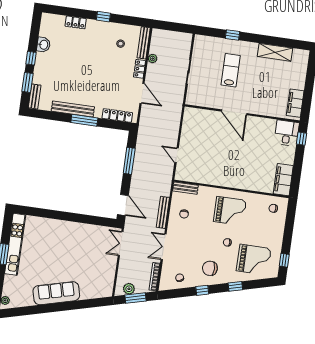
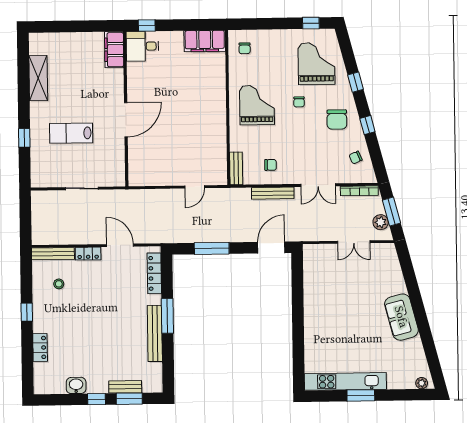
plant: (153, 59) -> (72, 239), removed
door: (142, 93) -> (120, 245), hinge flipped
bench: (35, 96) -> (125, 387), moved
filing cabinet: (295, 103) -> (114, 50), moved, turned 90
double door: (121, 244) -> (354, 242), moved
sofa: (56, 293) -> (401, 317), width x0.73

